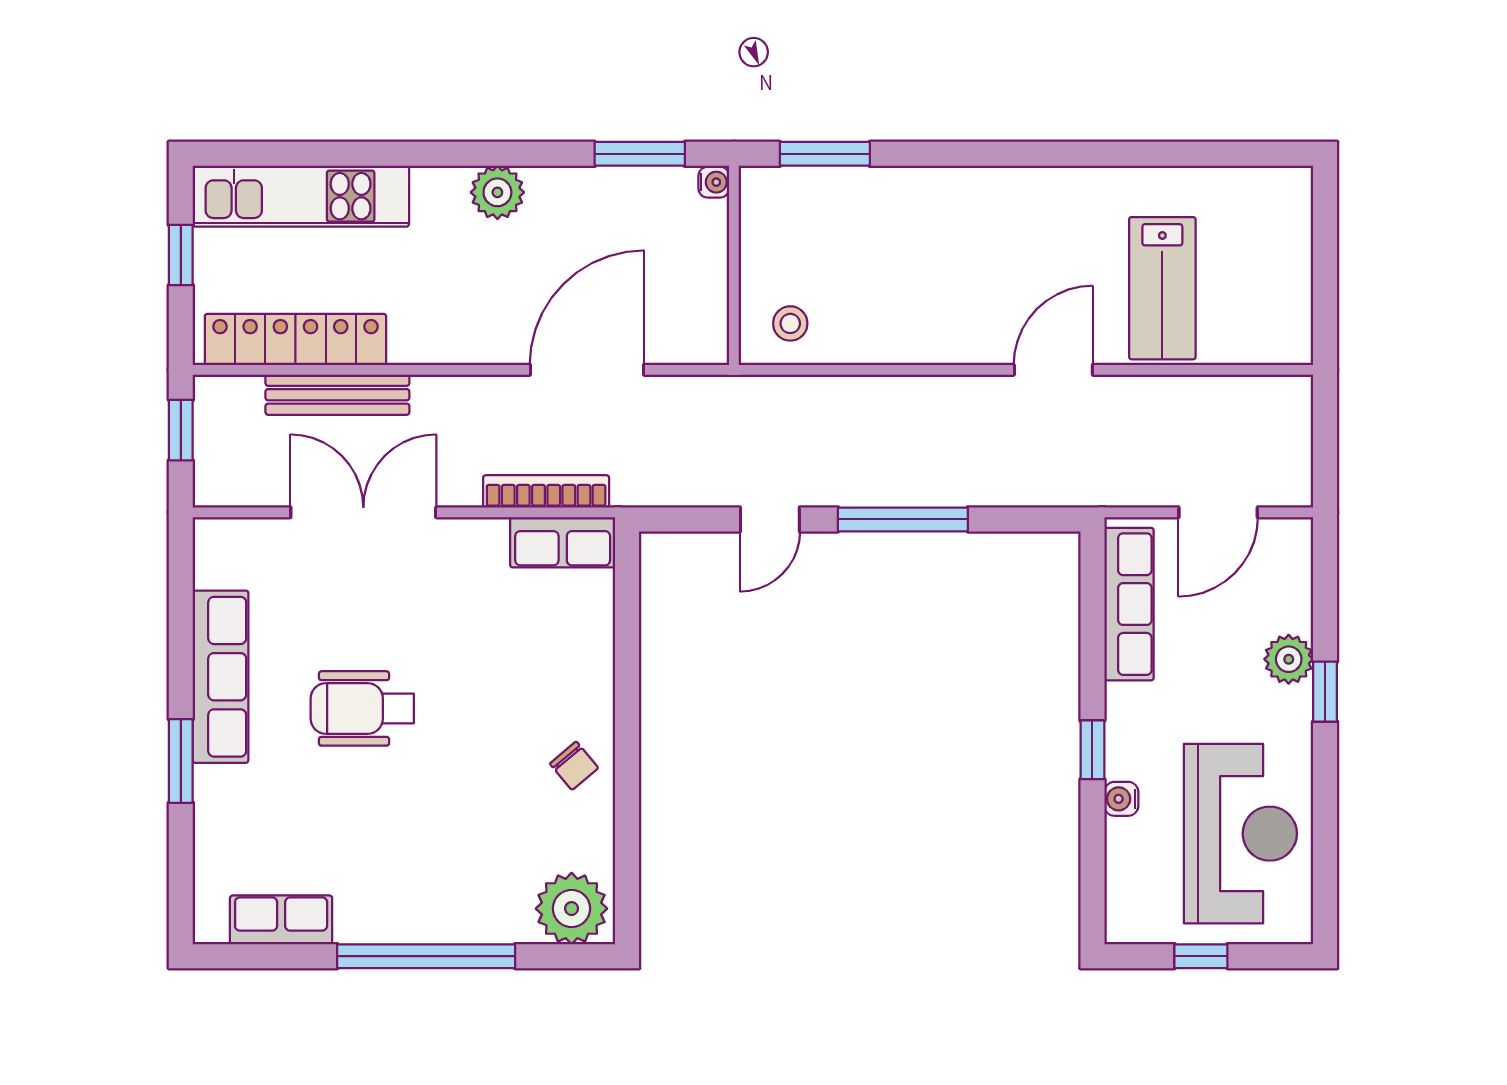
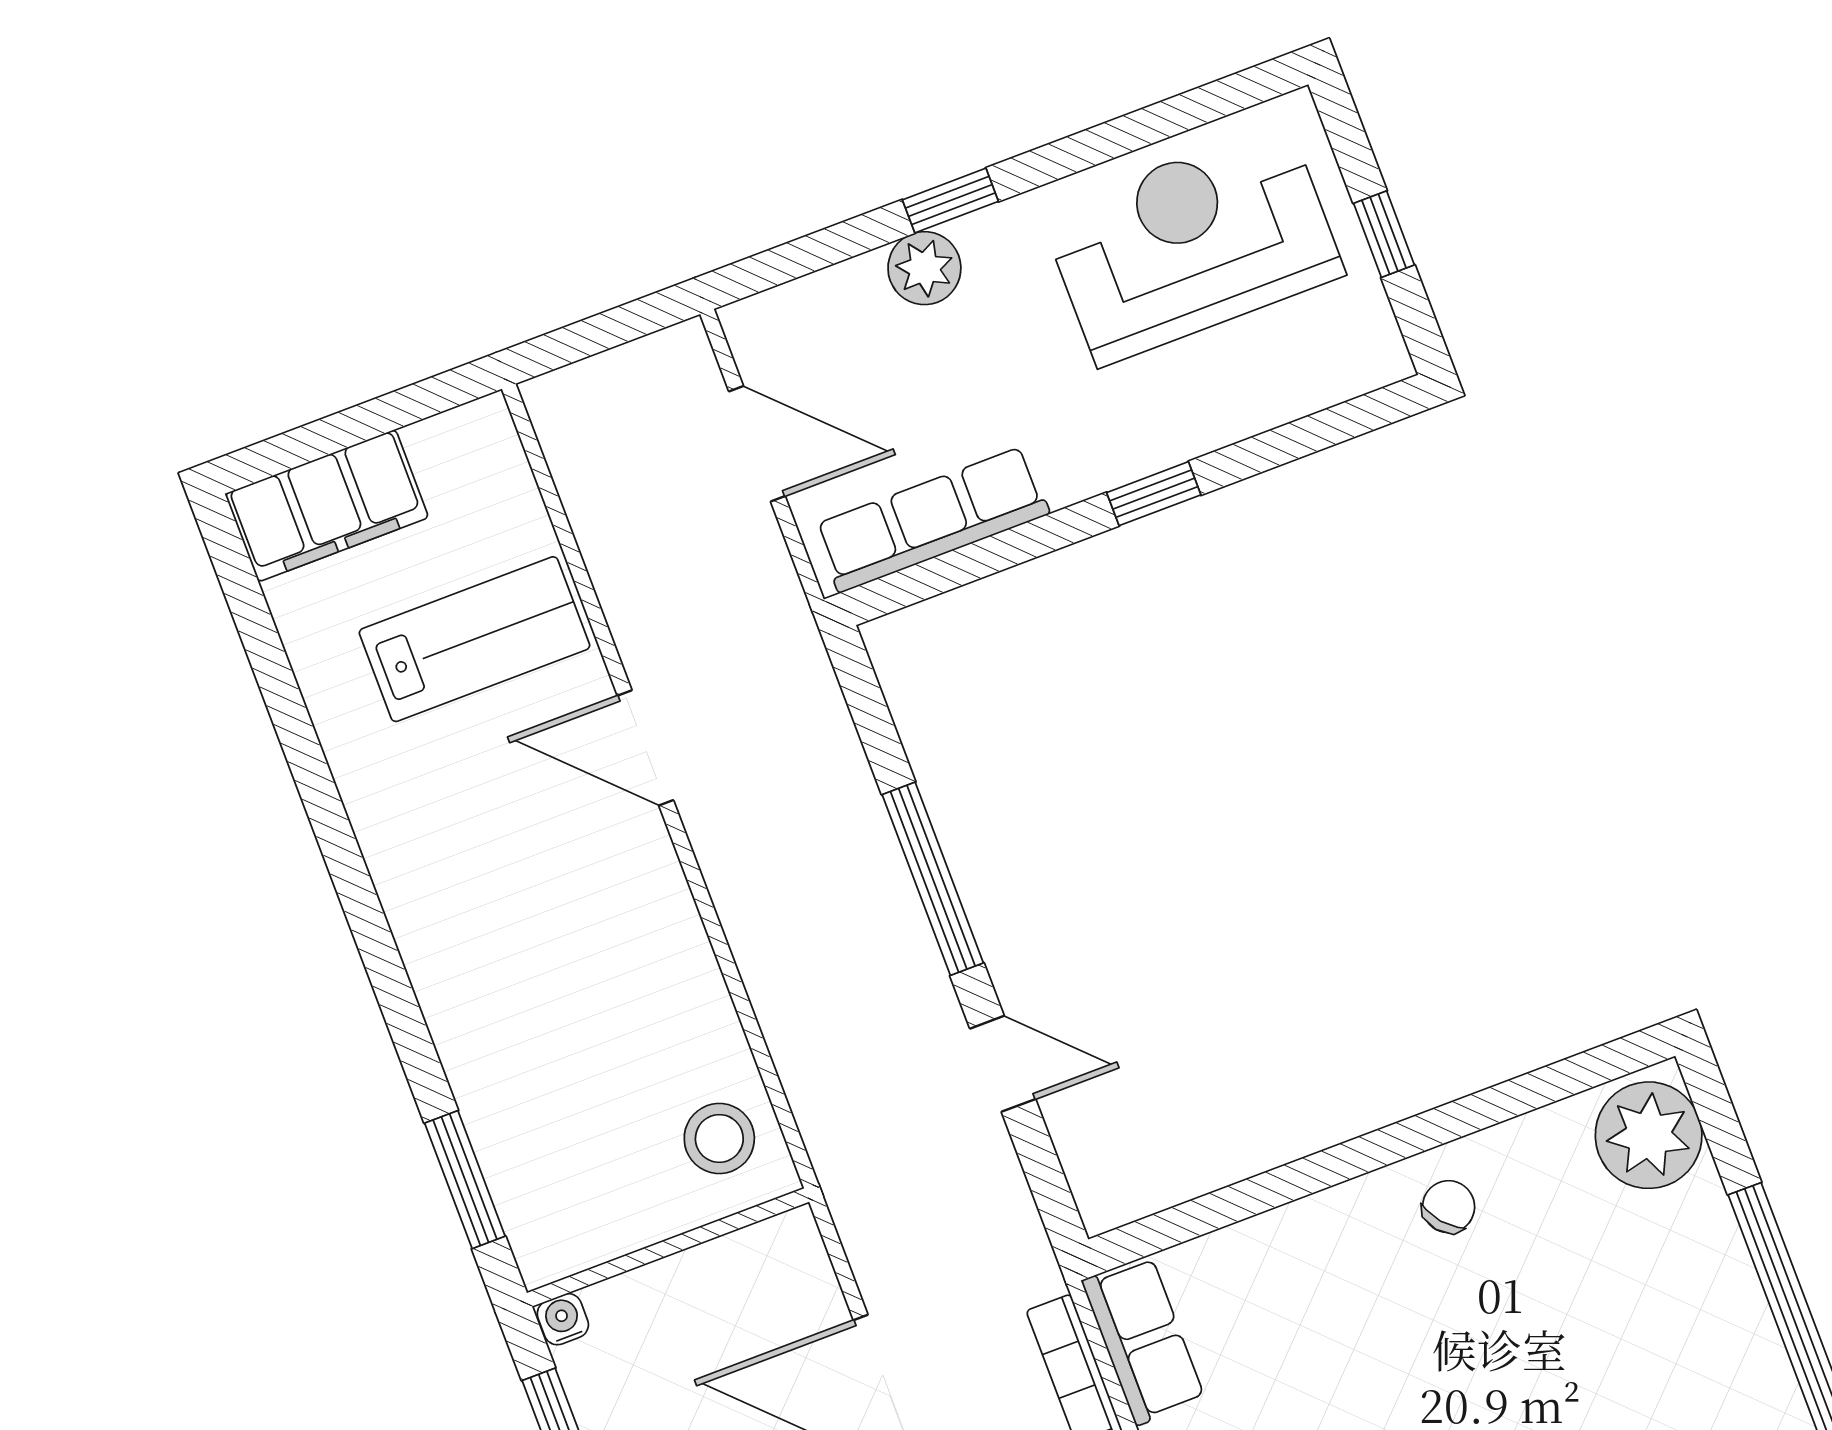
filing cabinet: (1281, 227) -> (327, 506), added
stool: (790, 323) -> (719, 1138), width x1.37, depth x1.37
water cooler: (1121, 799) -> (1207, 428), removed

